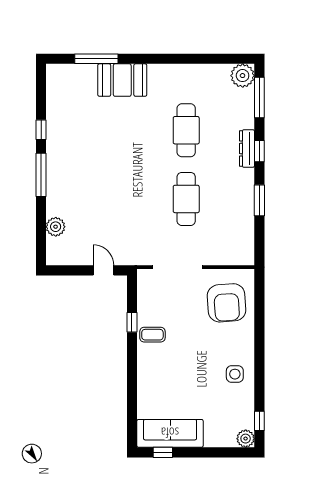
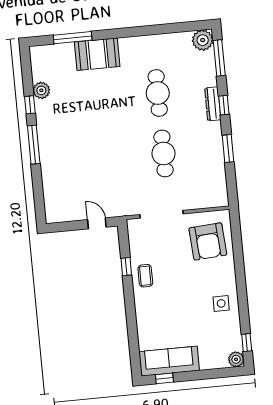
plant: (56, 227) -> (41, 90), moved
coffee table: (152, 335) -> (145, 276), turned 90

